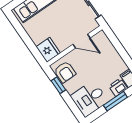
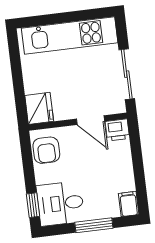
window: (58, 85) -> (33, 205), moved
printer: (118, 87) -> (117, 130), moved, turned 180

